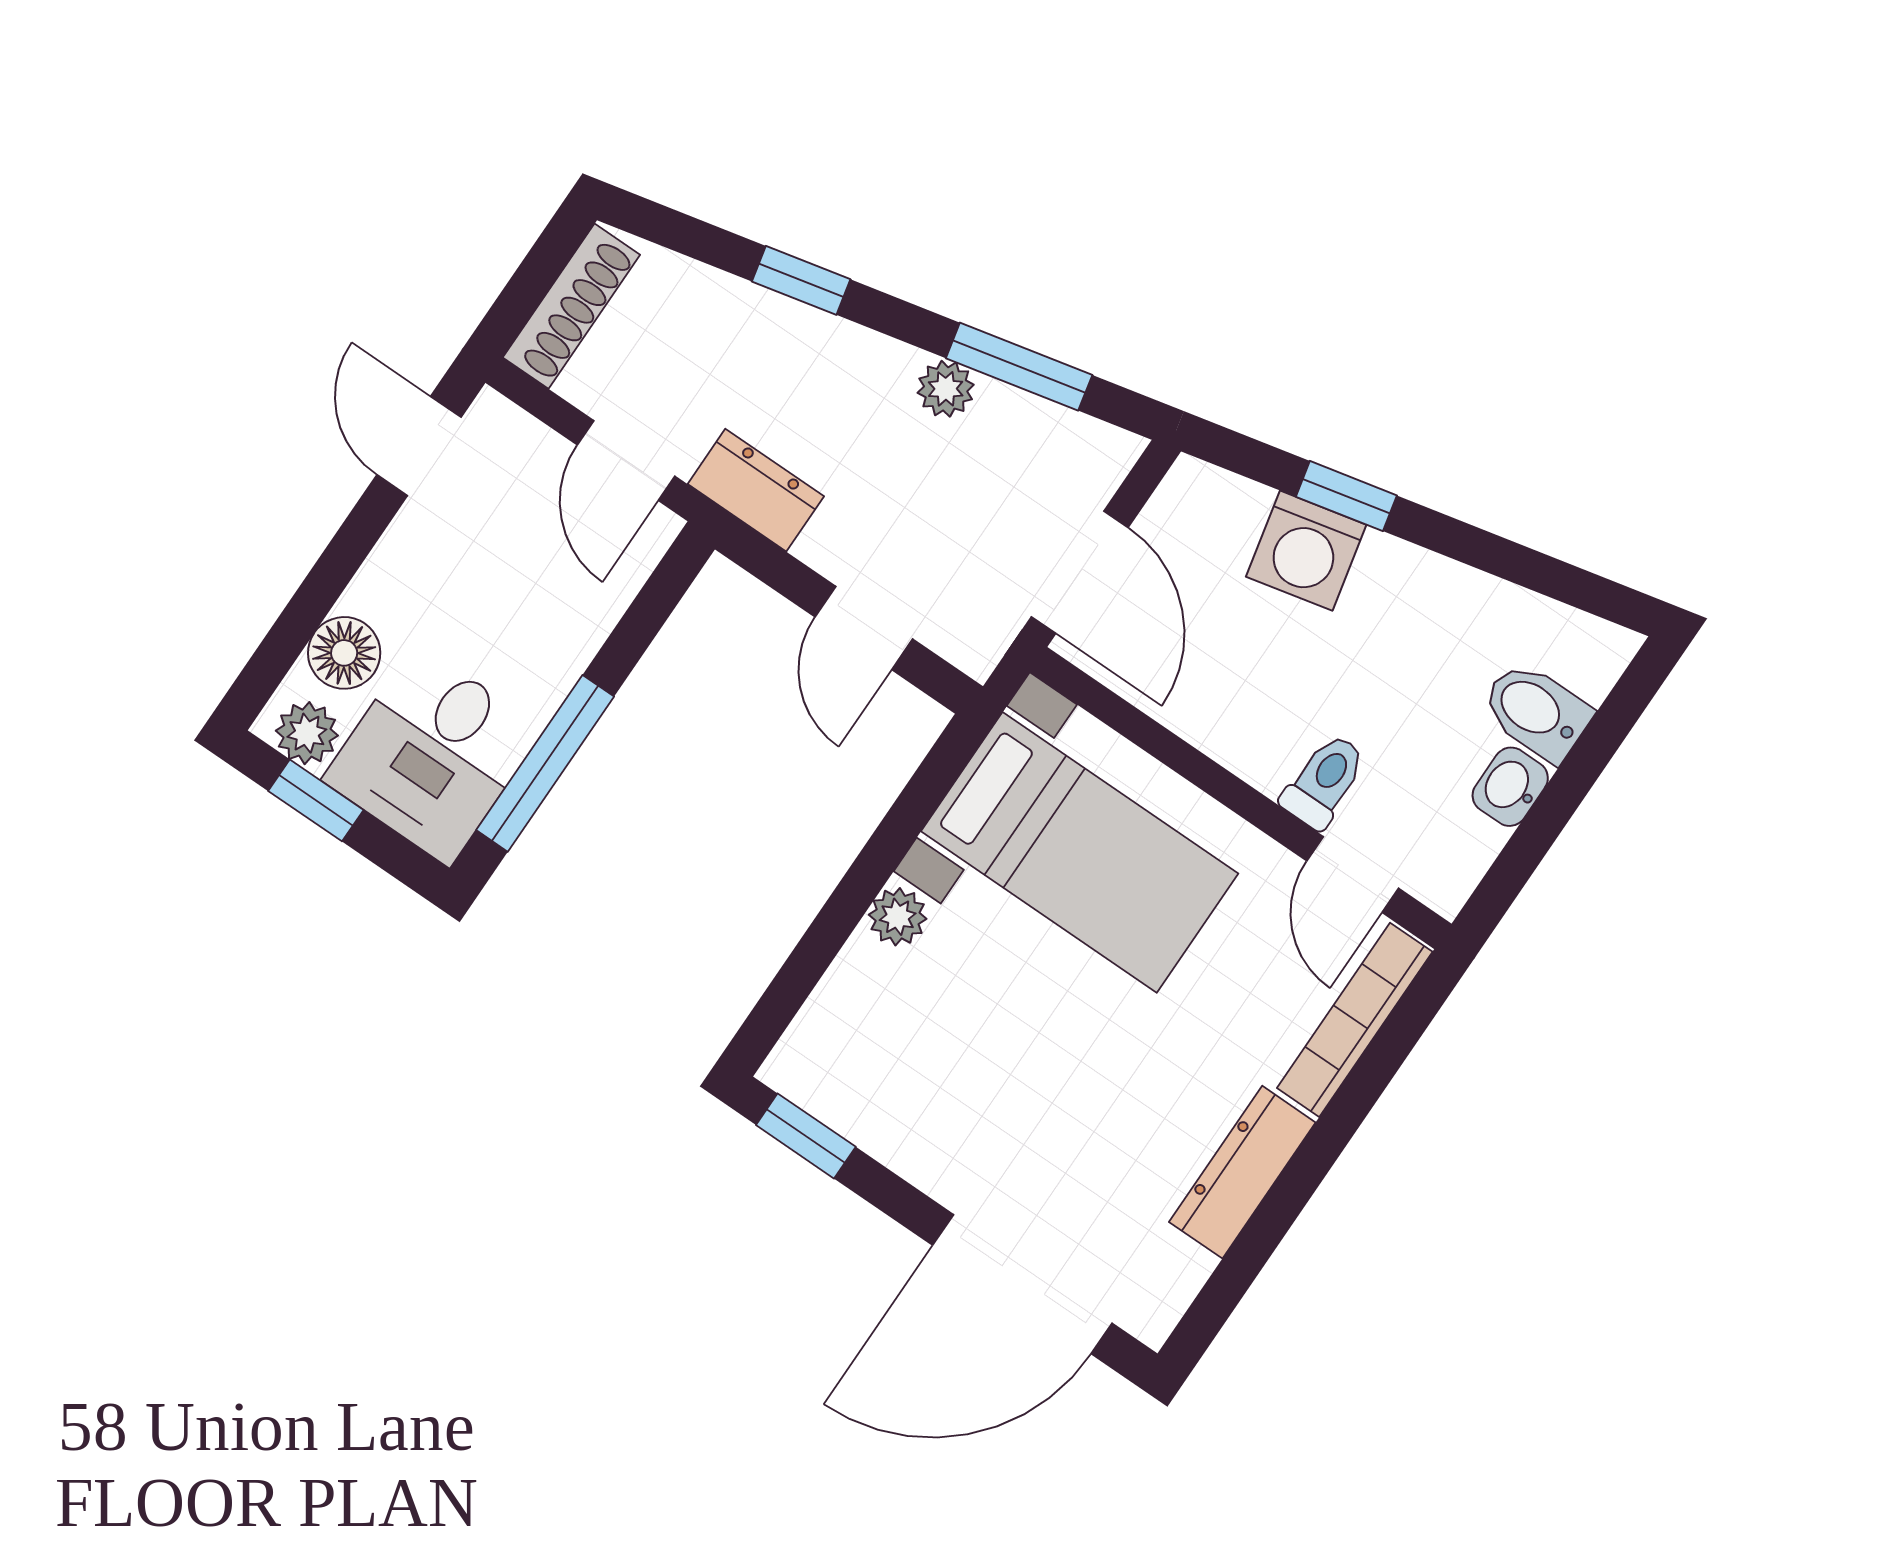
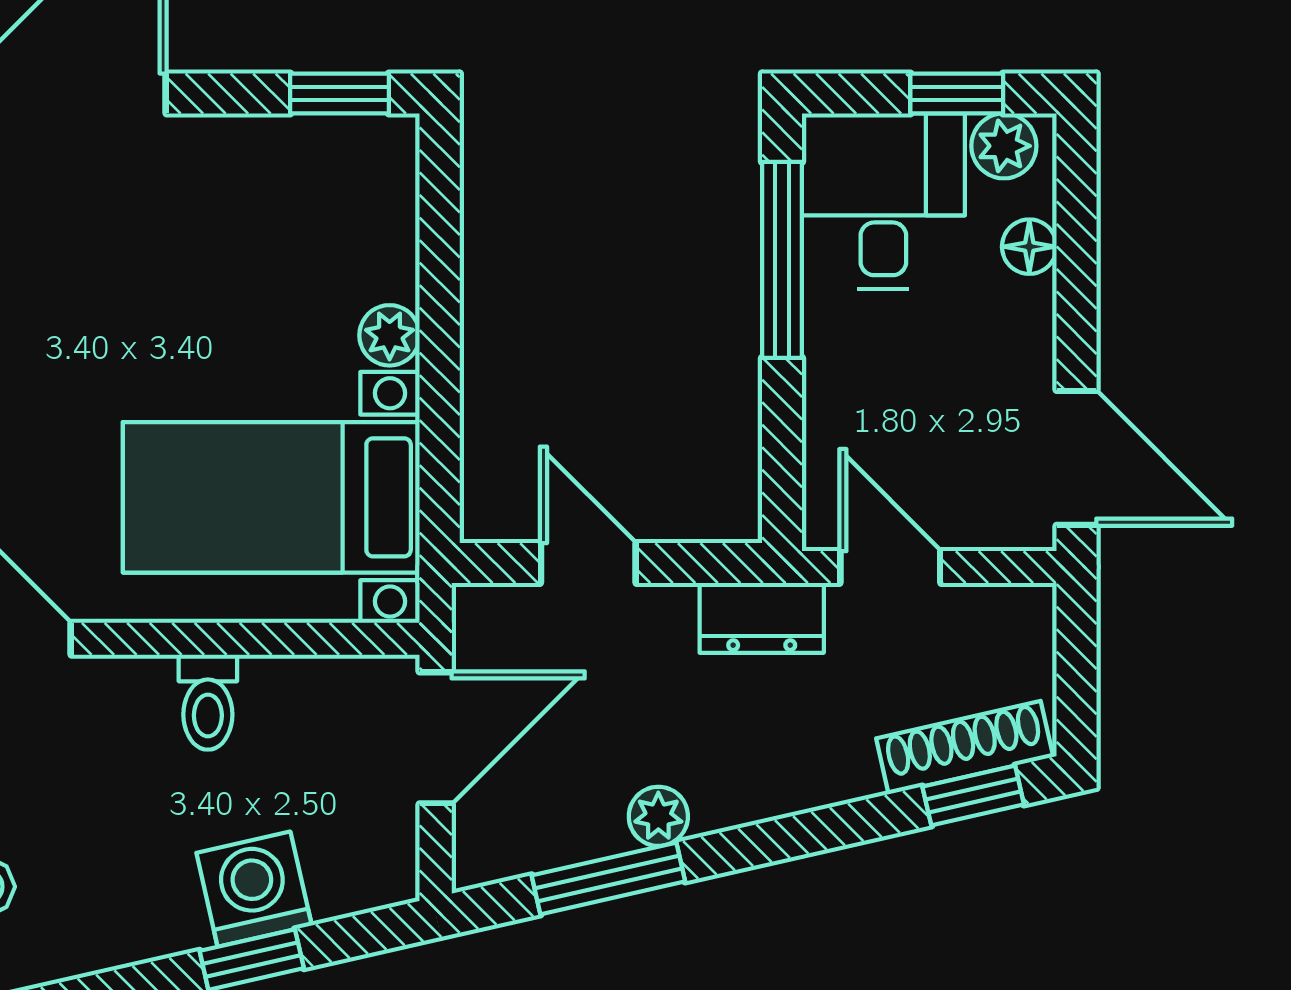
window: (801, 280) -> (973, 796), moved
shoe rack: (571, 306) -> (965, 748), moved, turned 77
door: (419, 446) -> (1076, 458), width x1.38
door: (1080, 572) -> (436, 738), swing flipped
floor lamp: (344, 653) -> (1029, 247), width x0.73, depth x0.73
toilet: (1324, 781) -> (208, 702), moved

